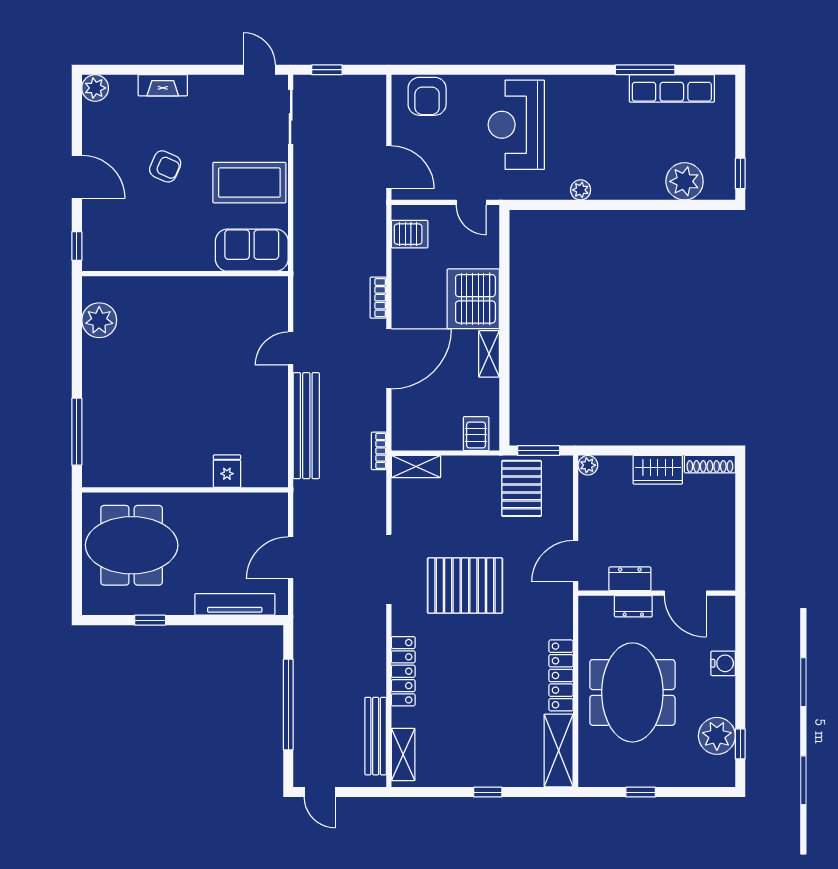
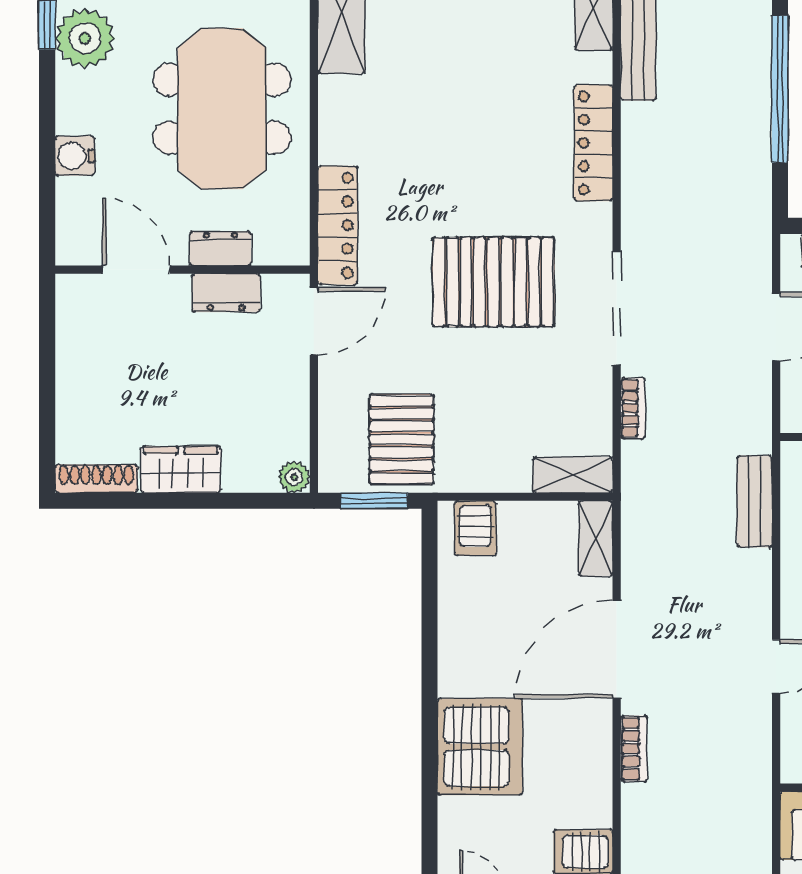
shelving: (489, 354) -> (596, 538), moved
bench: (306, 426) -> (754, 501), width x0.54, depth x0.82
bookcase: (379, 451) -> (633, 408), moved
locker: (561, 675) -> (338, 225), moved

